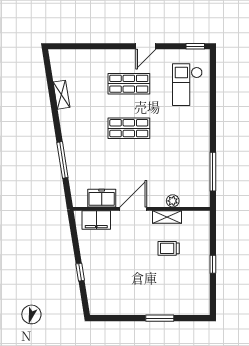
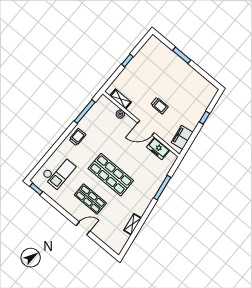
door: (146, 46) -> (83, 228), moved
shop shelf: (129, 128) -> (111, 175), width x1.43, depth x1.36
trolley: (198, 138) -> (77, 137), added
shelving: (167, 217) -> (121, 99), moved
filing cabinet: (96, 220) -> (182, 137), moved, turned -99
trolley: (169, 248) -> (160, 106), moved

